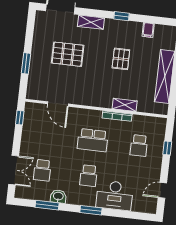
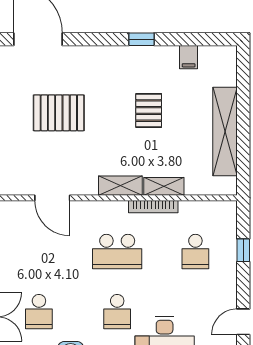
shelving: (91, 22) -> (120, 186), moved

